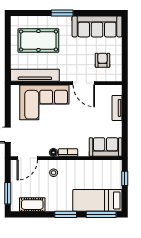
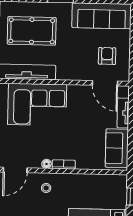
door: (84, 83) -> (105, 83), moved
sofa: (106, 147) -> (117, 148), moved, turned -90

